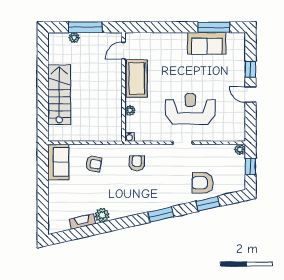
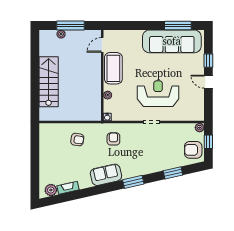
sofa: (207, 43) -> (172, 41), width x1.85, depth x1.27
sofa: (58, 162) -> (106, 175), moved, turned -103
armchair: (203, 183) -> (193, 150), moved
plant: (102, 215) -> (51, 190), moved

